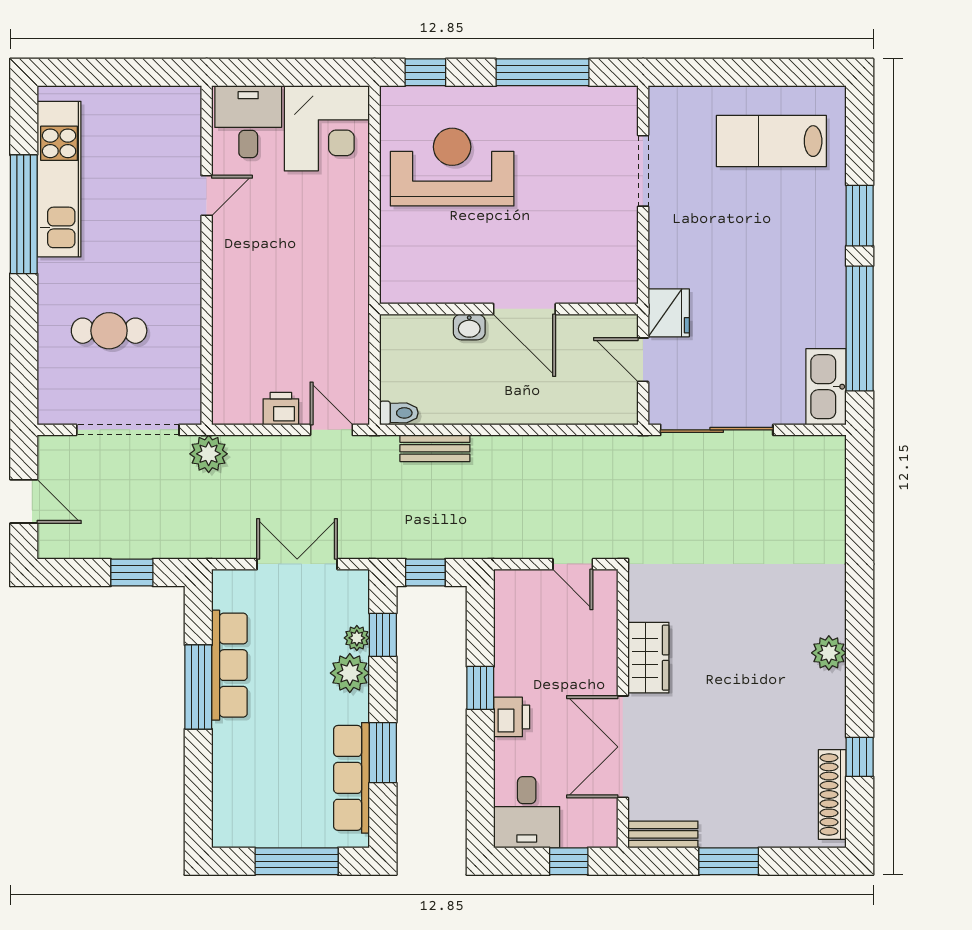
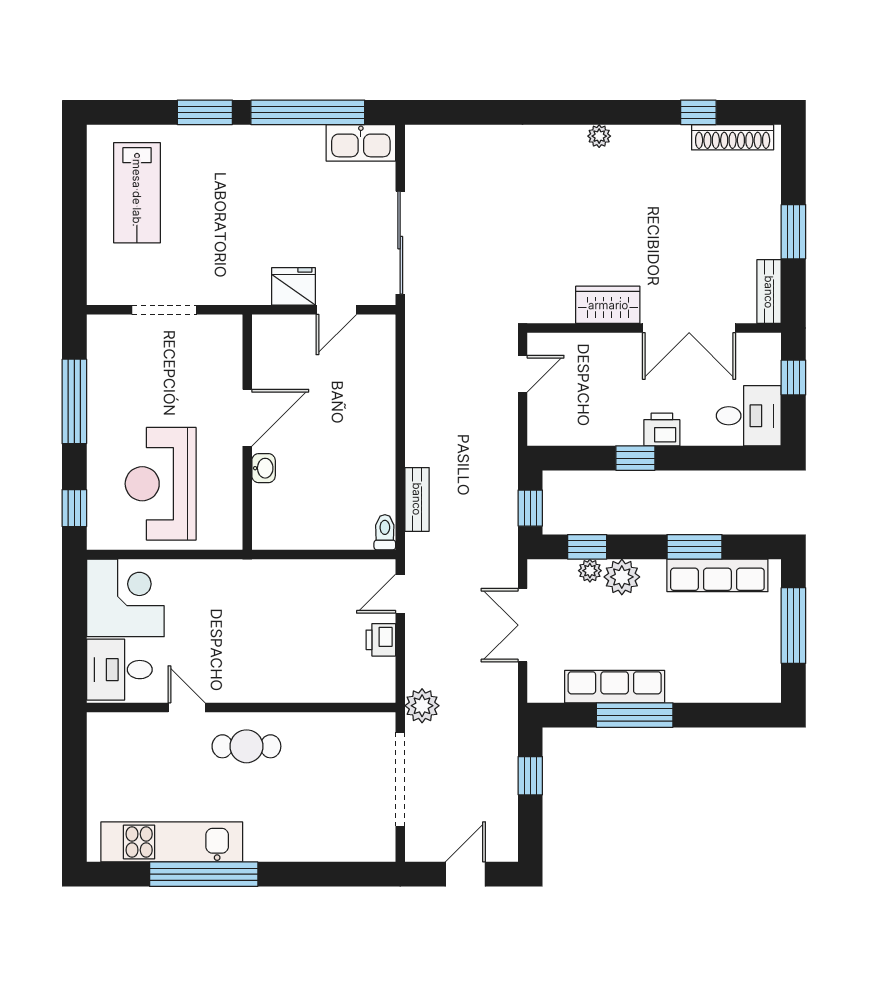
wall: (509, 309) -> (247, 432), moved
door: (524, 309) -> (247, 418), moved
washbasin: (469, 327) -> (264, 468), moved
cafe table: (109, 331) -> (246, 746), moved, turned 90
plant: (829, 653) -> (599, 136), width x0.73, depth x0.73

